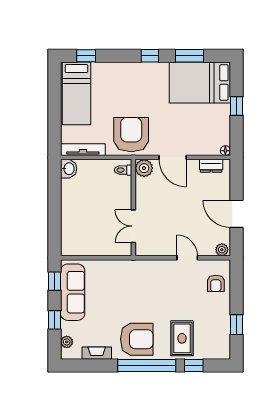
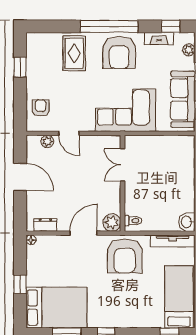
door: (173, 157) -> (83, 233), hinge flipped
double door: (133, 226) -> (123, 165), swing flipped
plant: (222, 250) -> (47, 141), moved
corner sofa: (130, 281) -> (125, 110), added
armchair: (137, 339) -> (119, 52), turned -90
window: (194, 366) -> (171, 26), moved

